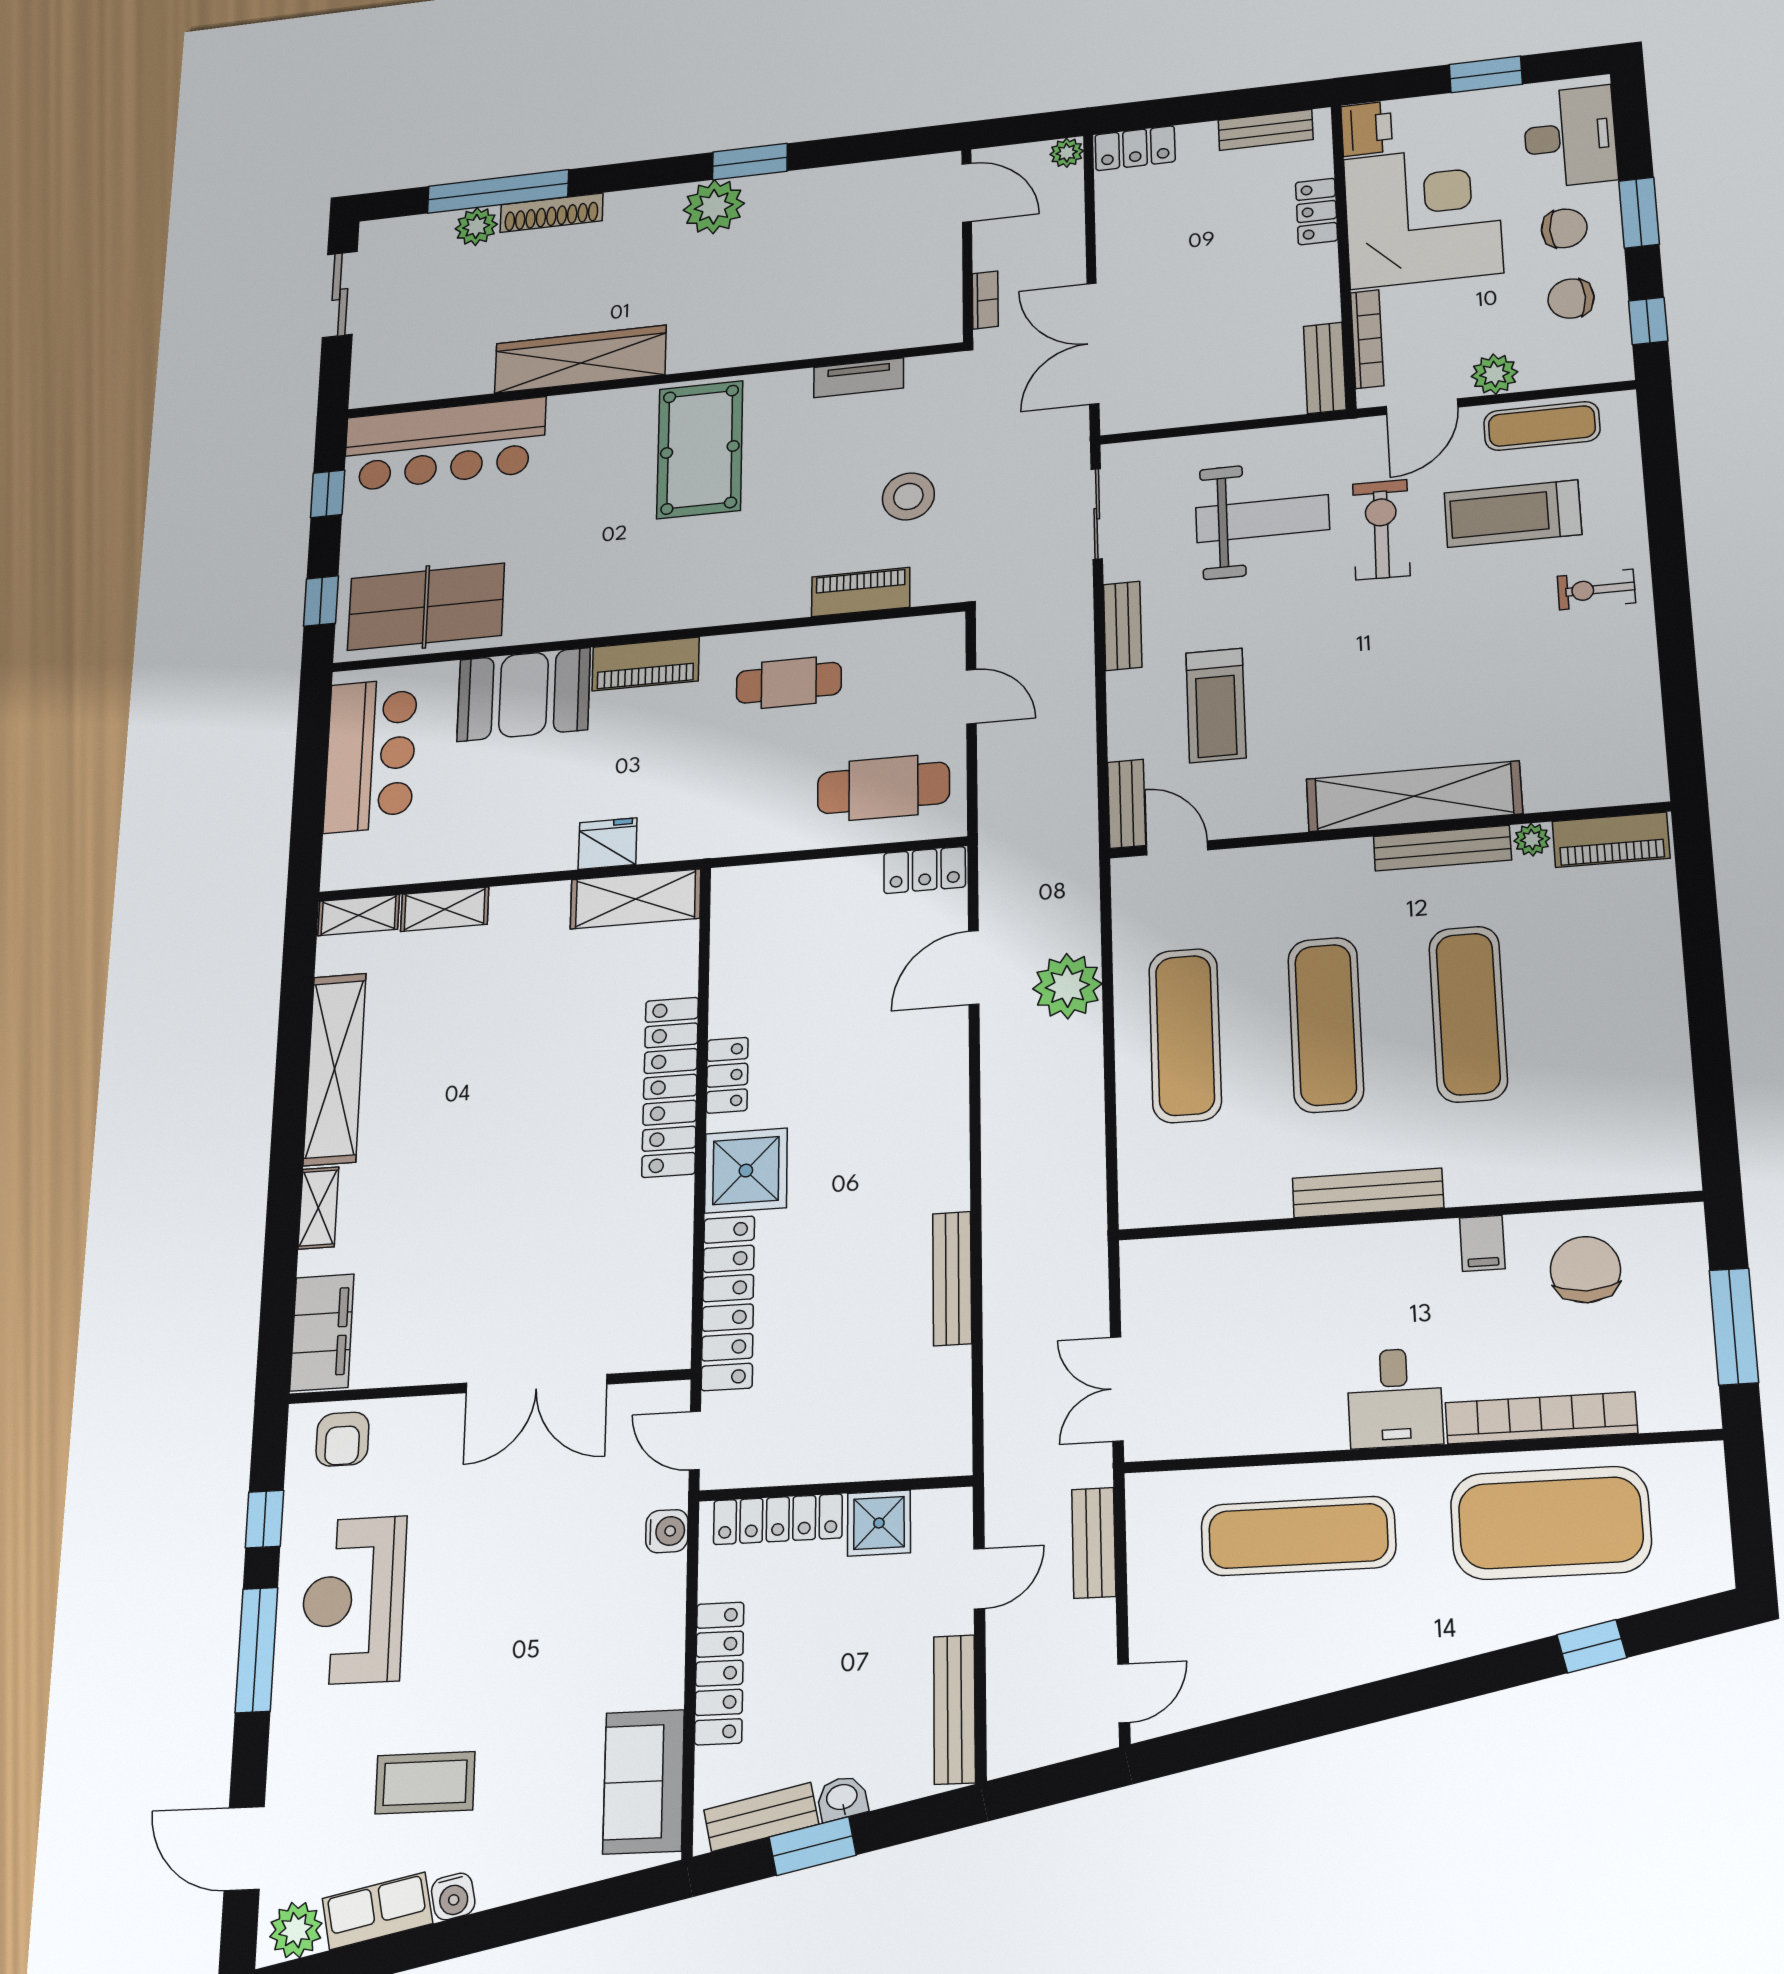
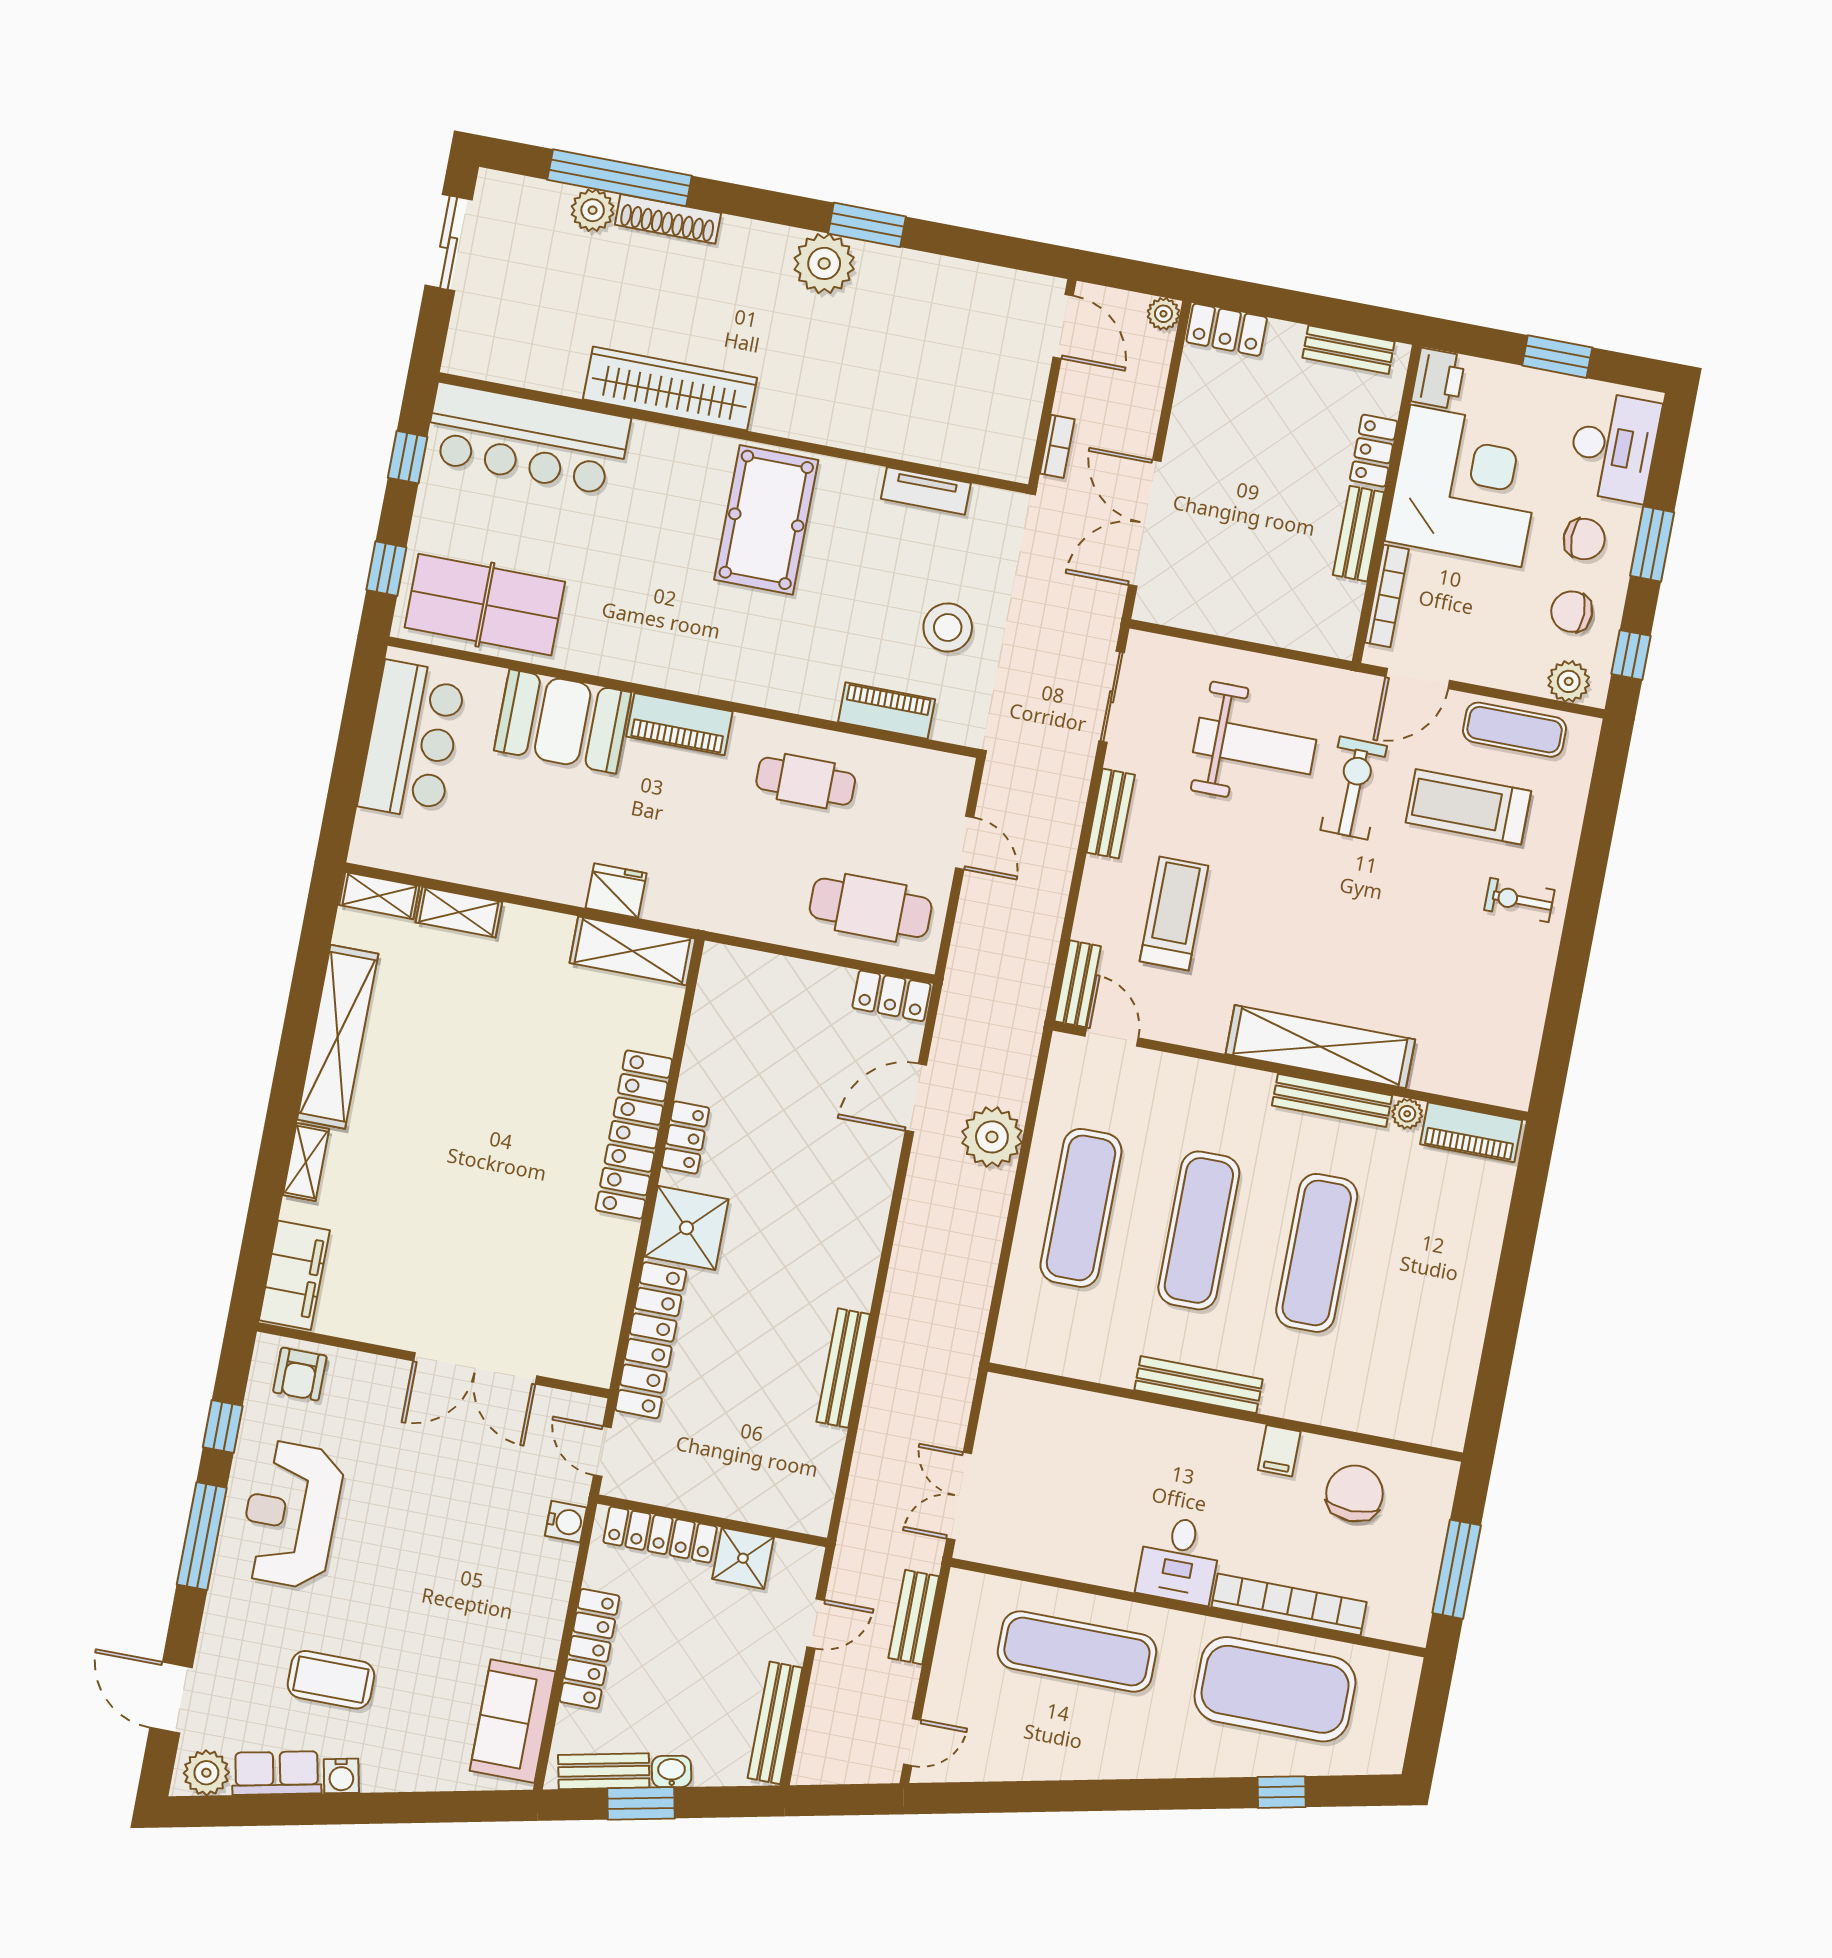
bench: (1325, 368) -> (1358, 534), moved
plant: (1494, 374) -> (1569, 681), moved
treadmill: (1216, 705) -> (1174, 914), turned 180

